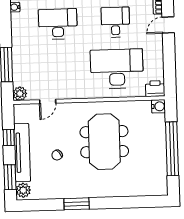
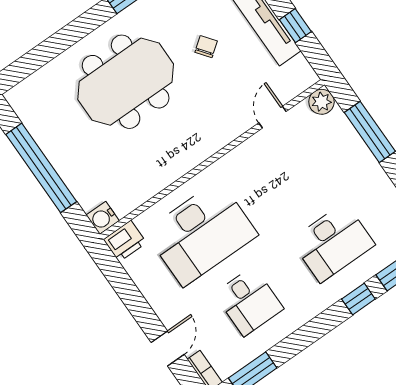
meeting table: (104, 142) -> (126, 82), moved, turned 90

